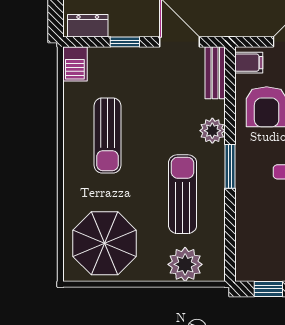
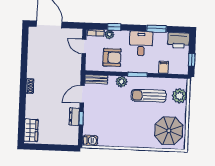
dresser: (88, 26) -> (74, 117), moved
filing cabinet: (249, 63) -> (164, 67), moved
sun lounger: (107, 135) -> (122, 127), removed

